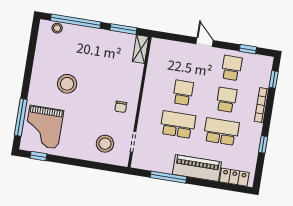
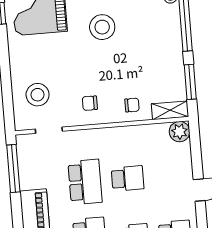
plant: (158, 46) -> (179, 132), added
chair: (130, 76) -> (132, 105), added
window: (168, 177) -> (13, 169), moved

